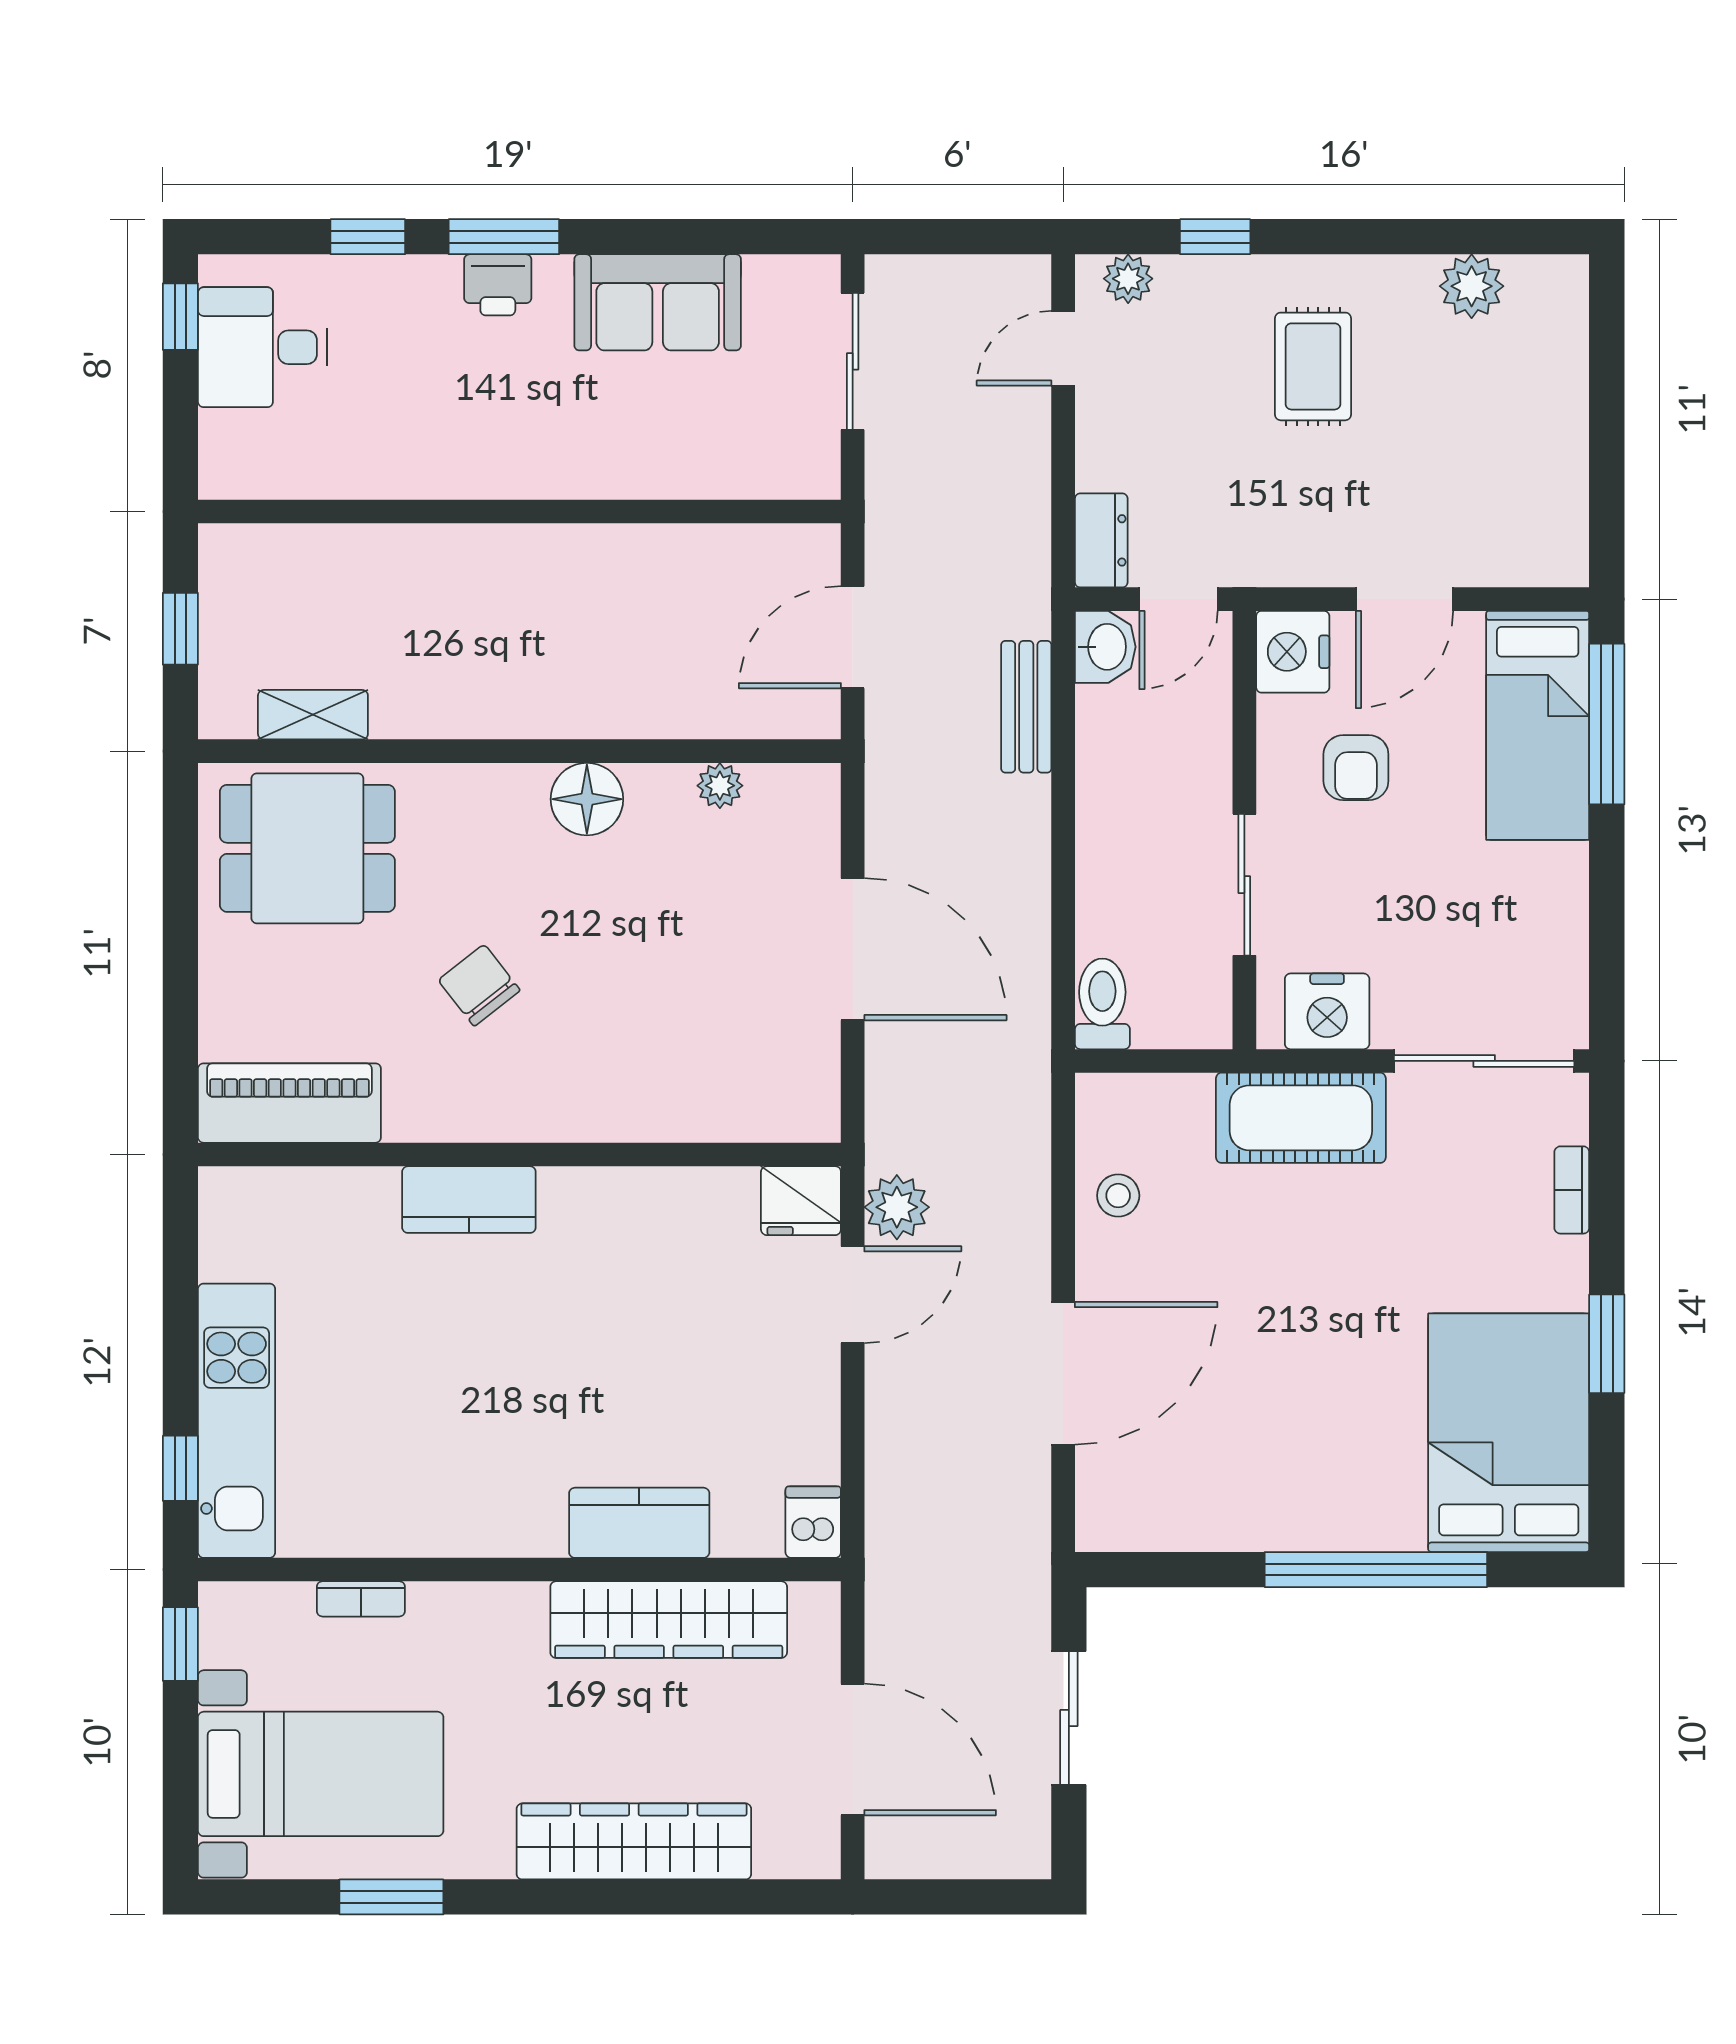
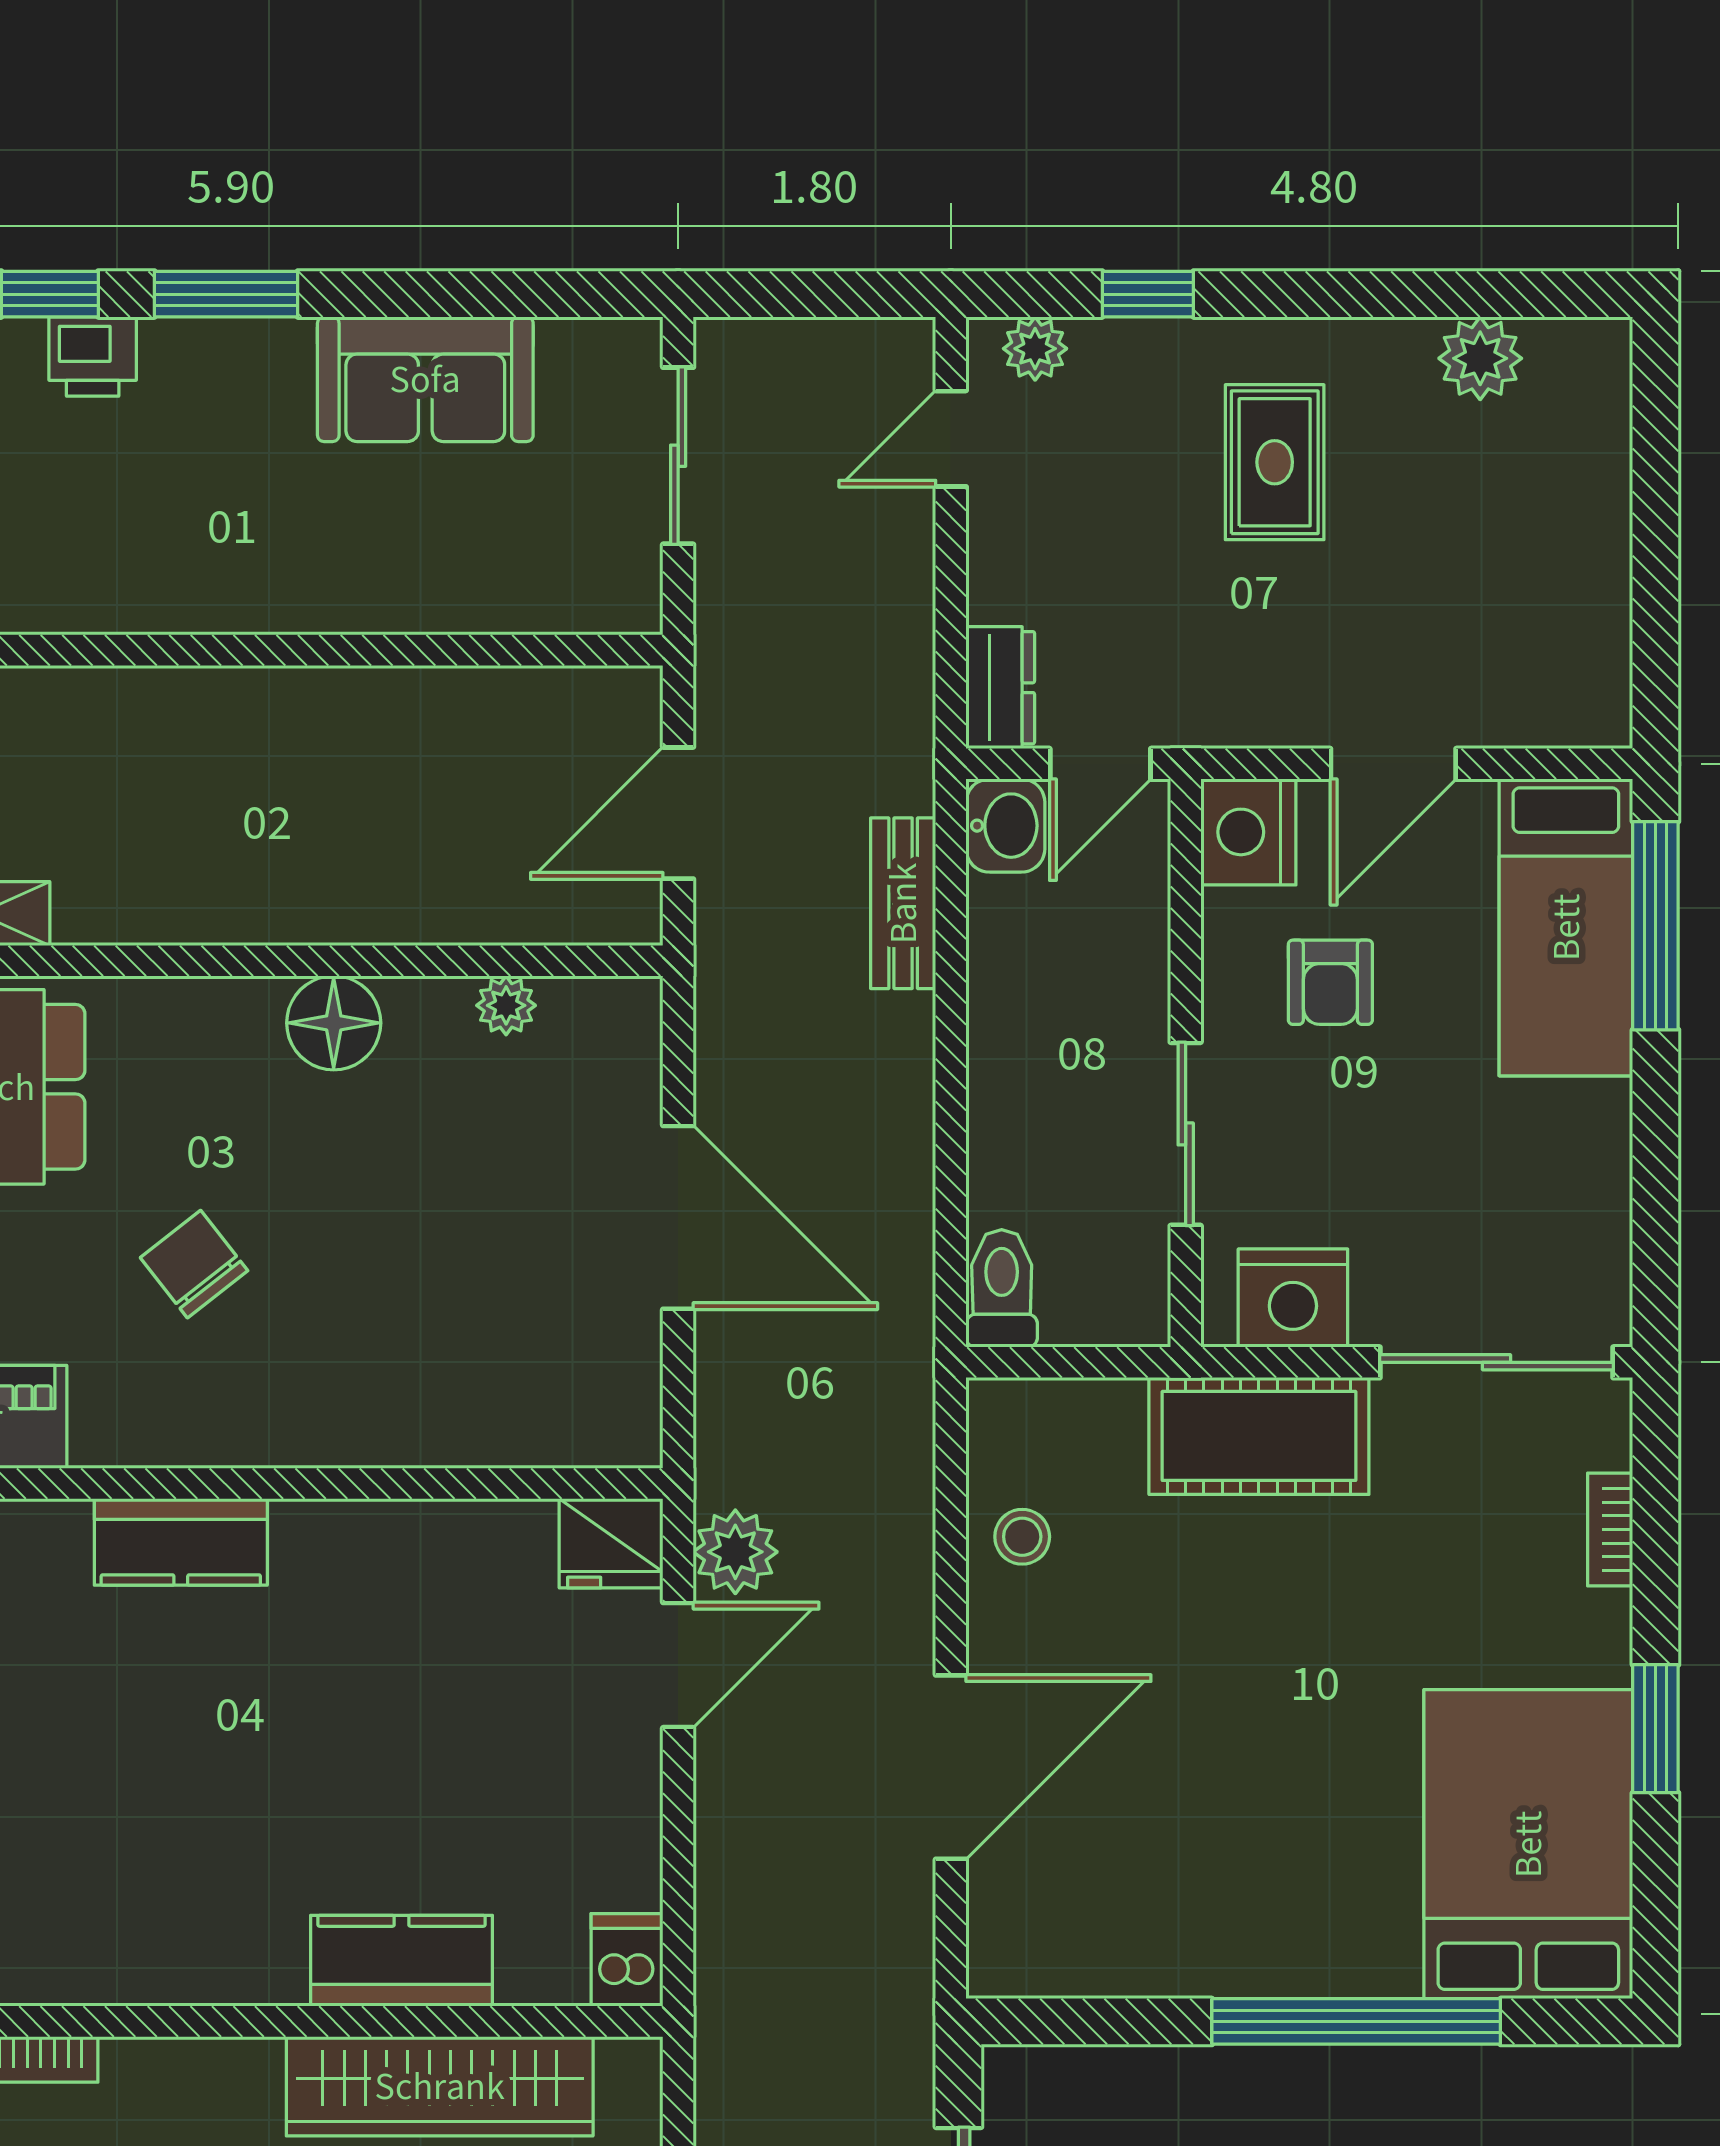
printer: (498, 285) -> (93, 356), moved

